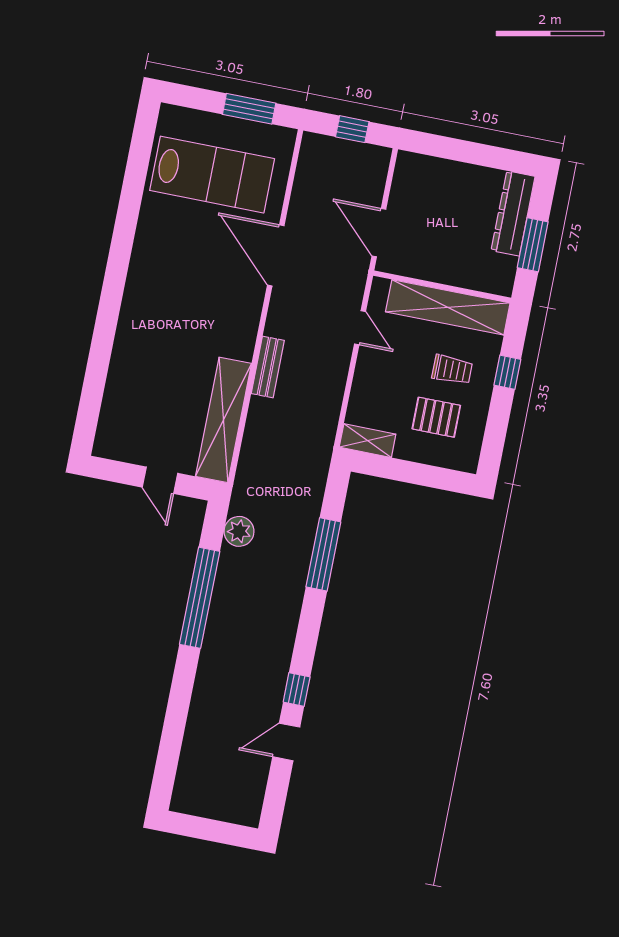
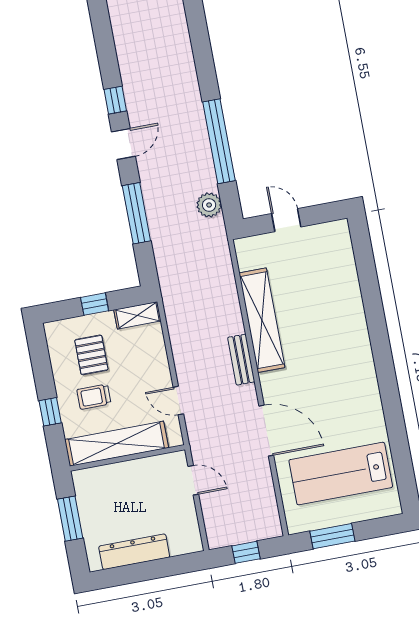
dresser: (513, 213) -> (134, 552), moved, turned -90
door: (379, 233) -> (193, 480), width x0.73
bench: (268, 367) -> (241, 360), moved
pallet: (436, 417) -> (91, 355), turned 90
shelving: (223, 420) -> (262, 320), moved
window: (410, 472) -> (95, 304), added
door: (286, 742) -> (123, 144), moved

